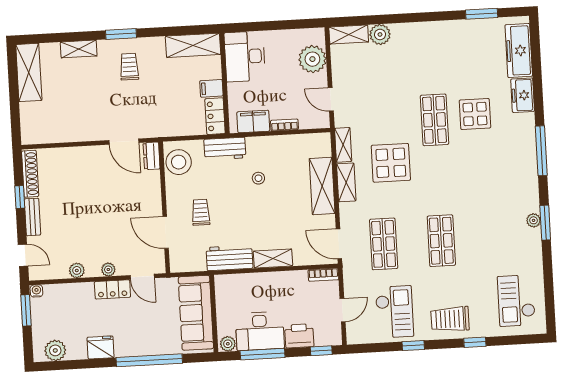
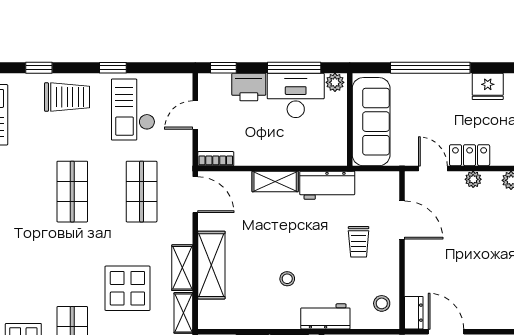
stool: (179, 162) -> (382, 303), width x0.53, depth x0.53

